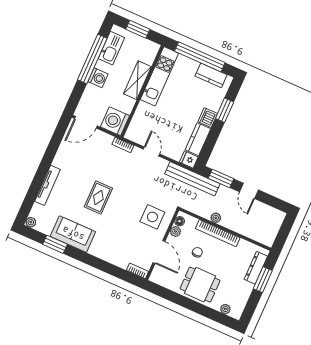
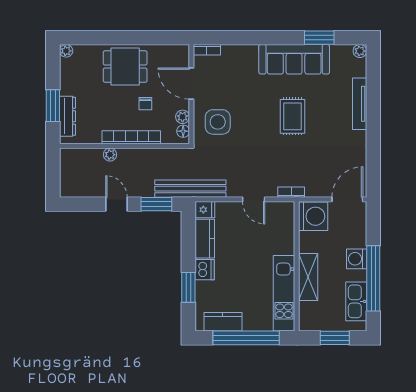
plant: (216, 218) -> (110, 155), moved
sofa: (73, 234) -> (294, 59), width x1.36
plant: (225, 309) -> (66, 51), moved

